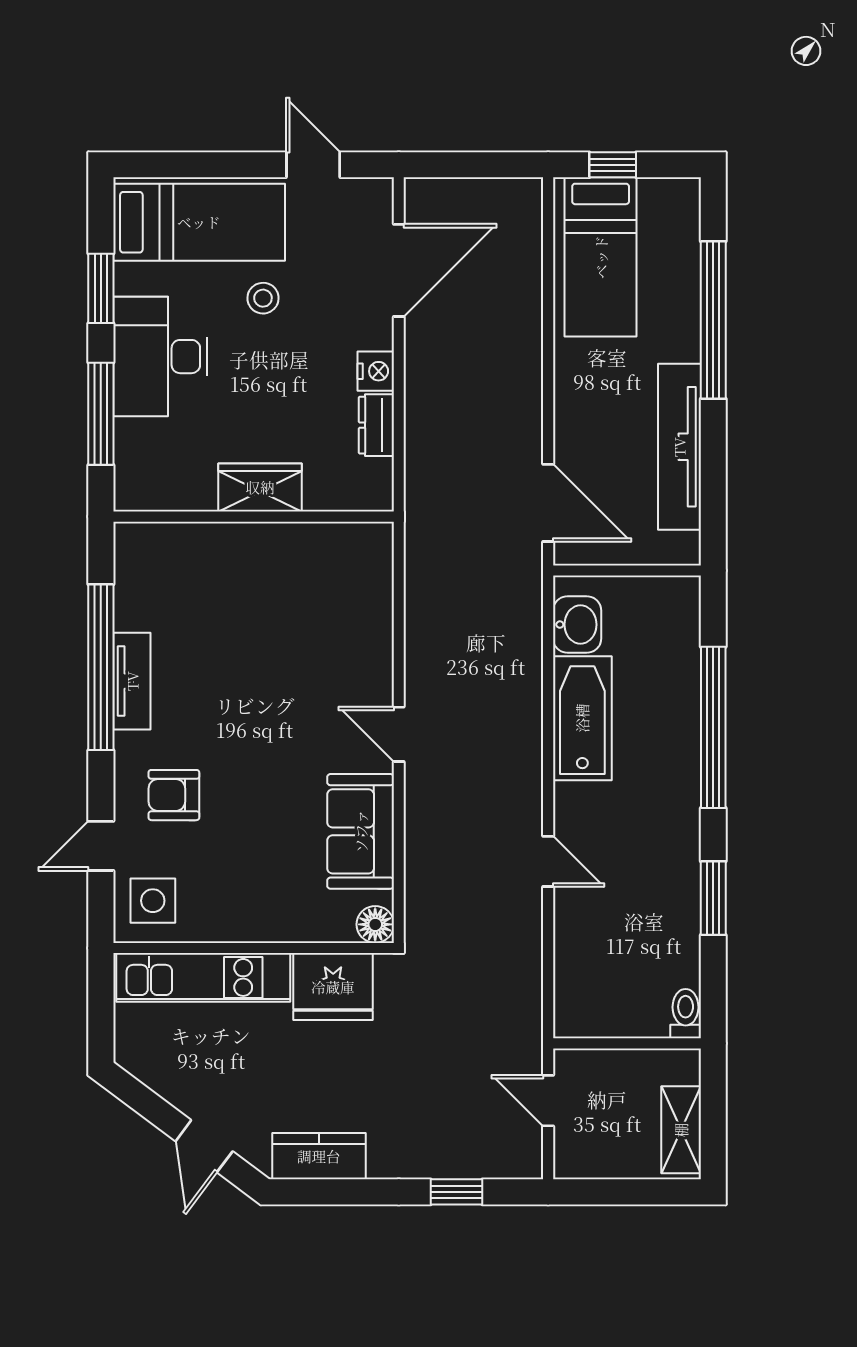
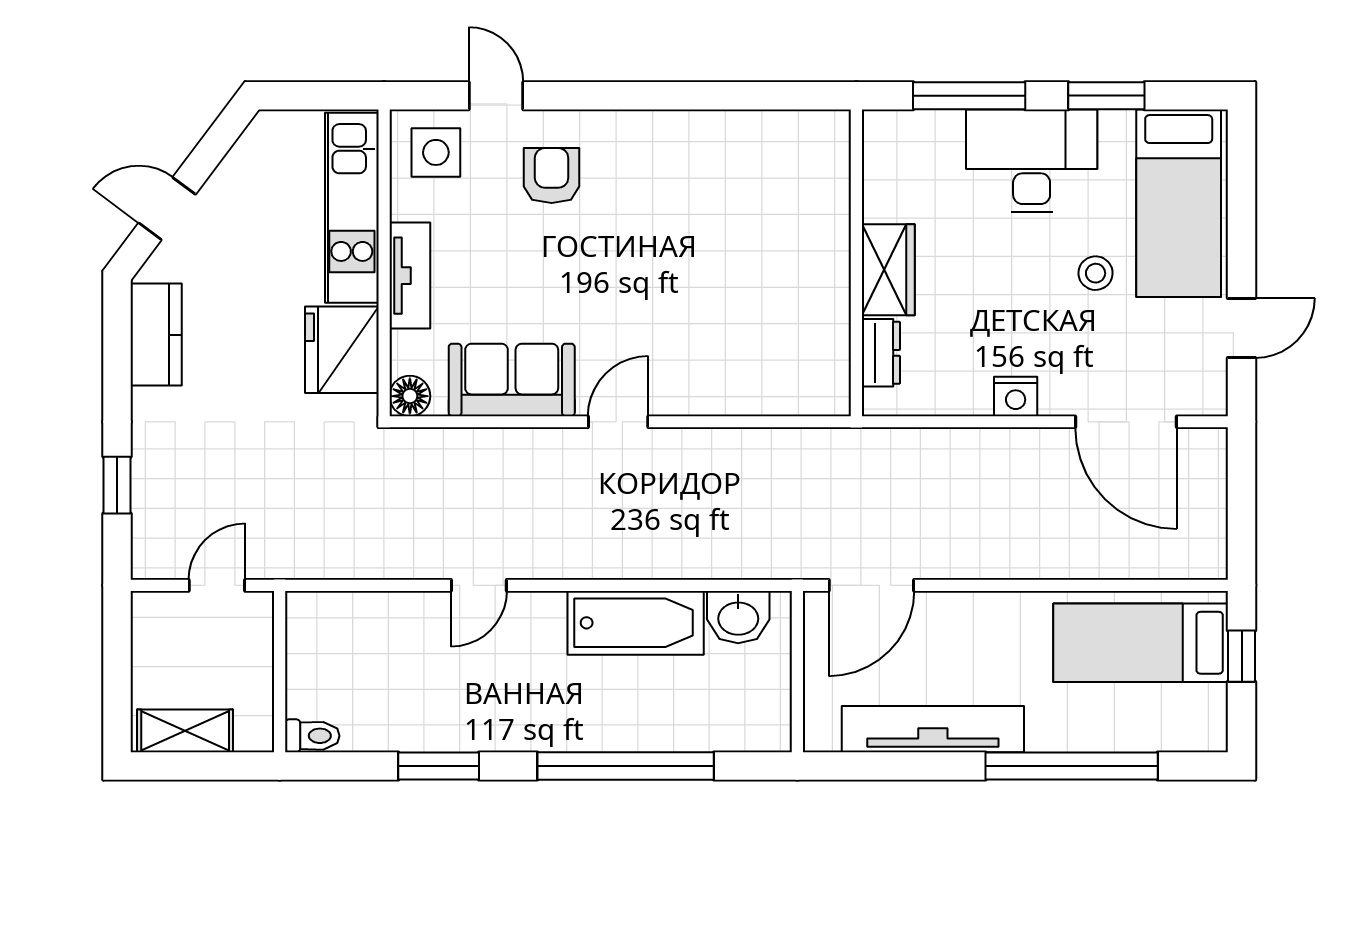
dresser: (376, 425) -> (881, 353), moved, turned 90
window: (101, 667) -> (691, 96), removed
tv unit: (132, 681) -> (410, 276), moved, turned -90

